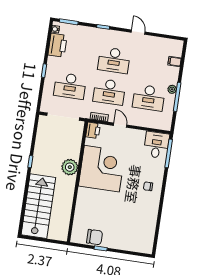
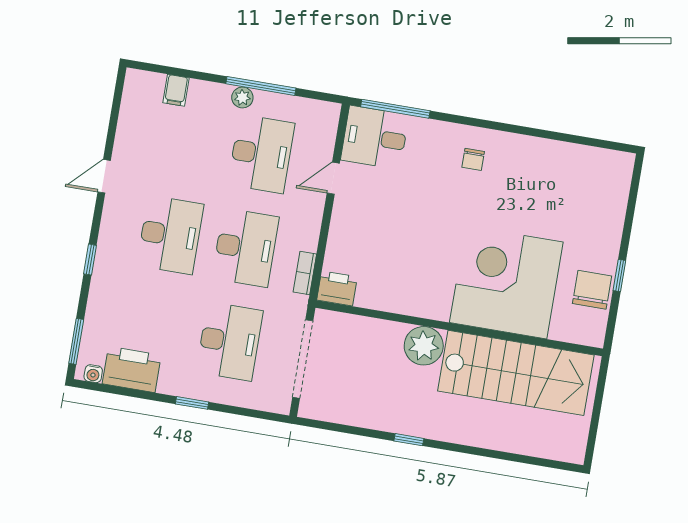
door: (120, 125) -> (333, 178), moved
corner desk: (102, 169) -> (506, 282), moved
stairs: (38, 206) -> (516, 373), moved, turned 180

